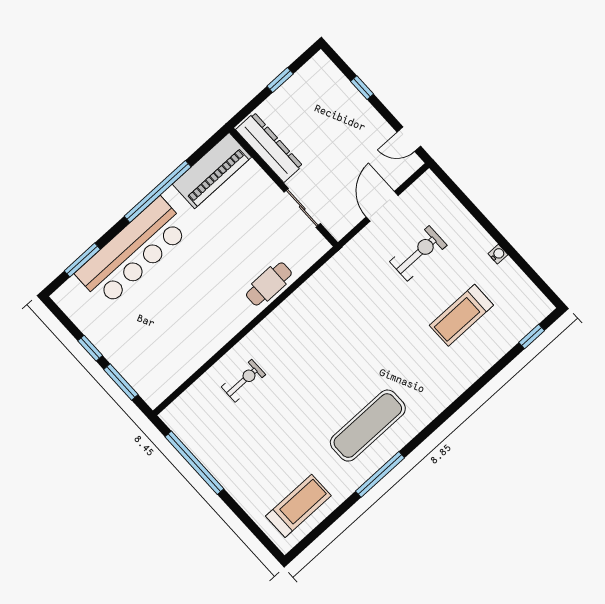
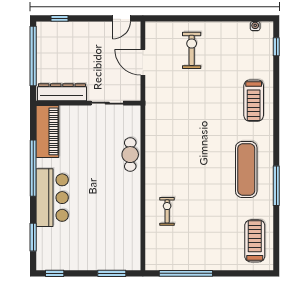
window: (280, 80) -> (33, 56), width x3.17
window: (362, 88) -> (59, 18), moved
bar counter: (133, 252) -> (52, 198), width x0.73
exercise bike: (418, 253) -> (192, 50), moved
water cooler: (498, 254) -> (255, 26), moved
treadmill: (461, 315) -> (254, 101), moved
window: (90, 348) -> (55, 273), moved

